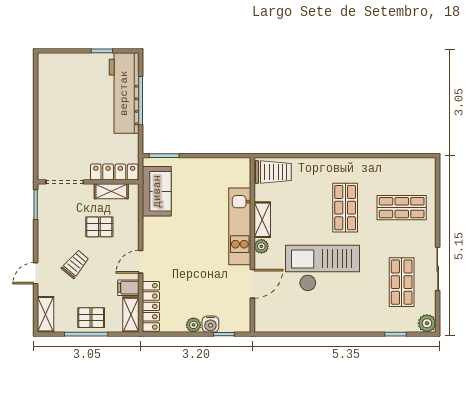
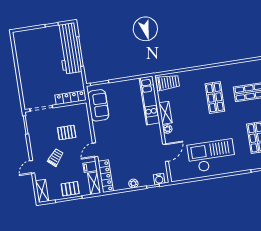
shelving: (111, 191) -> (71, 110), removed
kitchen unit: (240, 226) -> (150, 100), moved
checkout: (323, 268) -> (211, 156), moved
water cooler: (210, 324) -> (159, 179), moved

